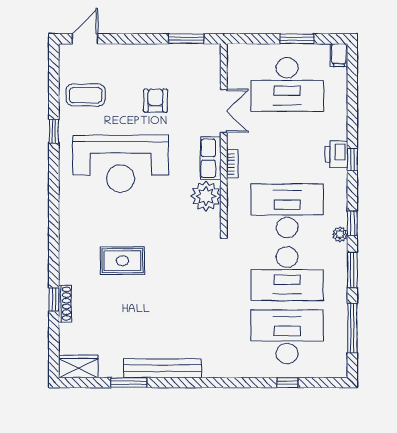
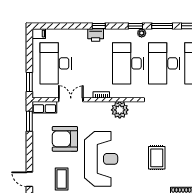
window: (297, 39) -> (29, 82), moved
desk: (287, 85) -> (56, 63), turned 180
armchair: (155, 101) -> (65, 139), width x1.88, depth x1.88
row of seats: (211, 158) -> (44, 107), moved
desk: (287, 274) -> (164, 63), turned 180

